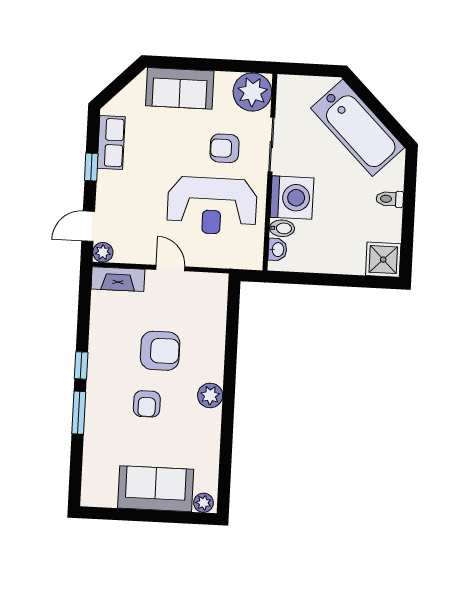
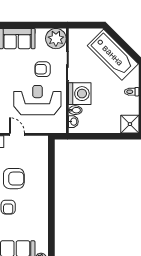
reception desk: (212, 206) -> (37, 100), turned 180
plant: (210, 395) -> (42, 201), removed

